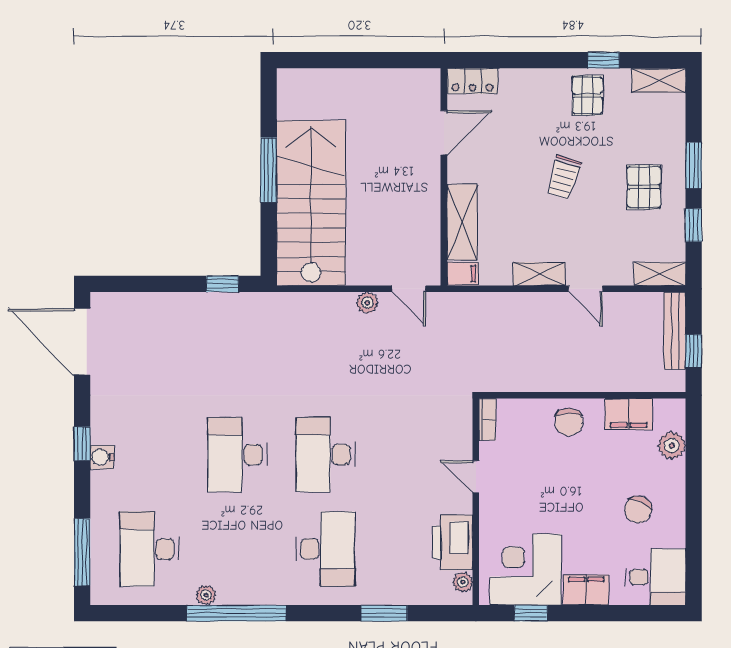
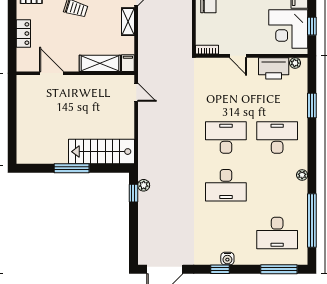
locker: (472, 81) -> (23, 34), moved
stairs: (311, 203) -> (101, 152), width x0.73, depth x0.66
door: (409, 289) -> (136, 92), hinge flipped
plant: (367, 303) -> (144, 185), moved
desk: (325, 455) -> (226, 137), turned 180
door: (476, 477) -> (238, 56), hinge flipped
plant: (206, 595) -> (302, 175), moved
window: (236, 613) -> (312, 220), moved

